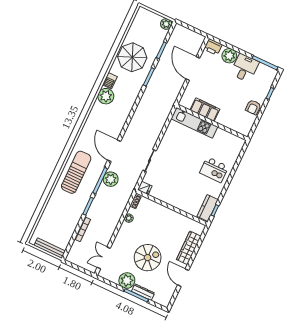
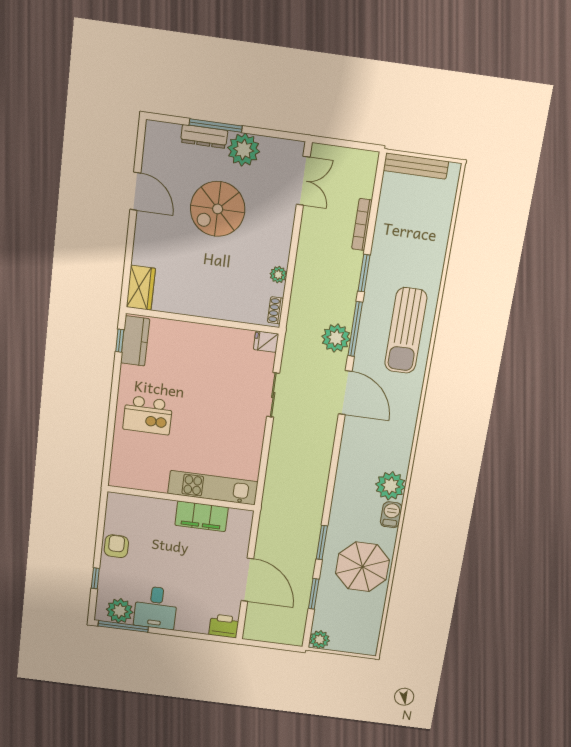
plant: (229, 56) -> (120, 611), moved
kitchen island: (214, 170) -> (148, 415), turned 180
wardrobe: (189, 248) -> (141, 288), moved, width x0.67

